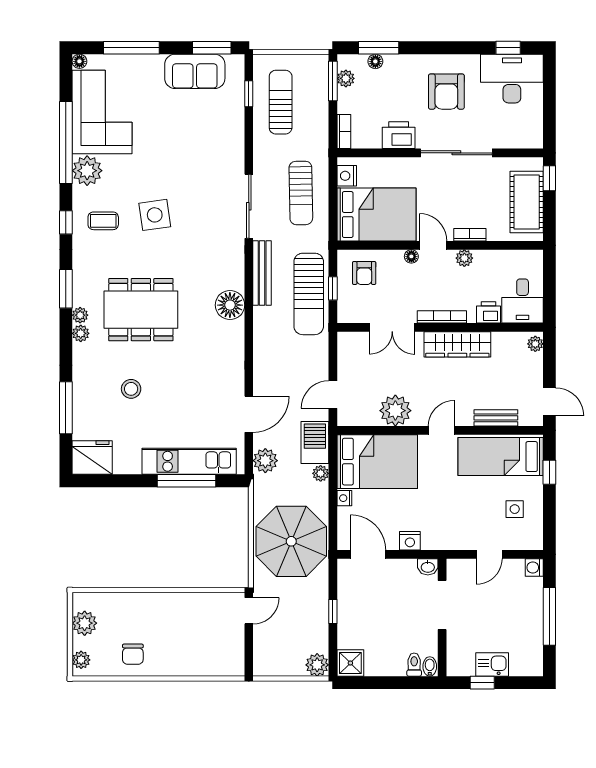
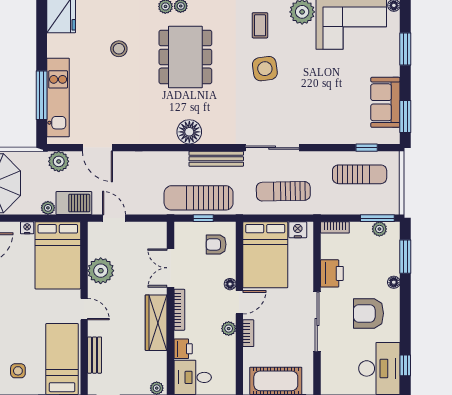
window: (131, 48) -> (405, 49), width x0.69
floor lamp: (375, 61) -> (394, 282), moved

